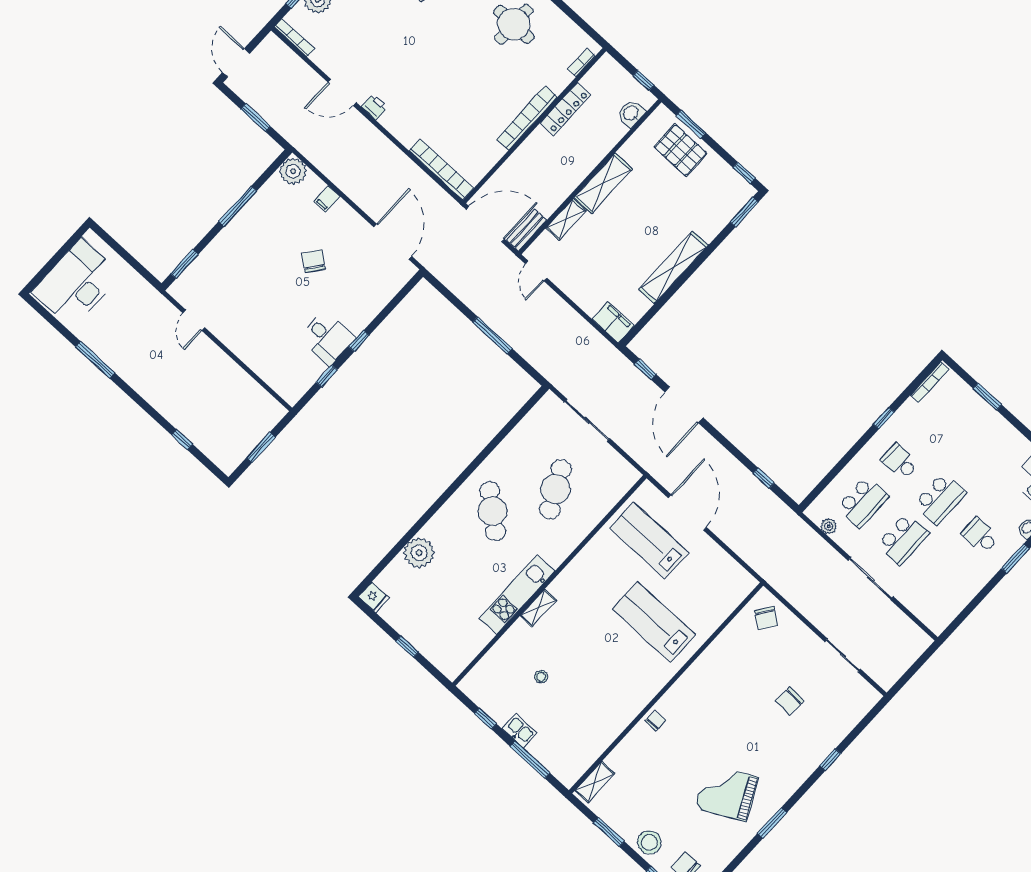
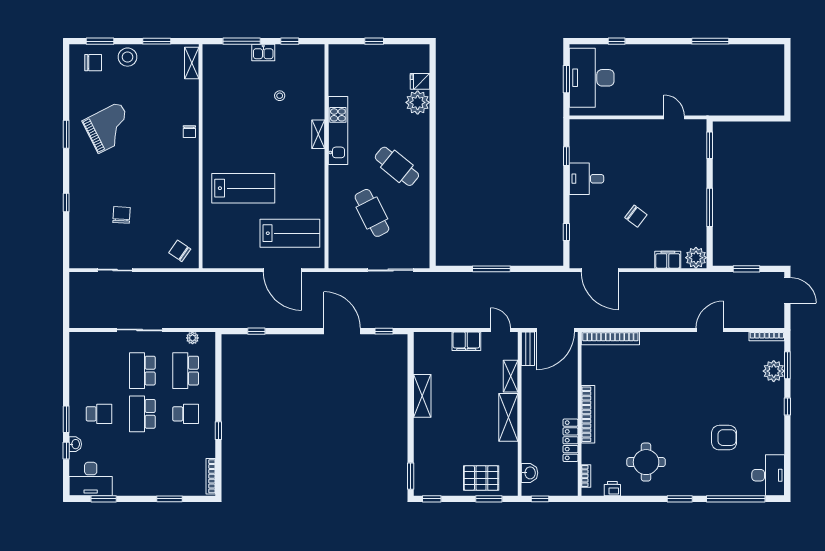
printer: (375, 107) -> (612, 489), moved, turned 180
filing cabinet: (327, 199) -> (668, 260), width x2.00
shelving: (673, 267) -> (422, 396), width x0.68
desk: (76, 283) -> (592, 78), moved, turned 180
filing cabinet: (613, 322) -> (466, 341), moved
window: (359, 341) -> (566, 232), moved
fridge: (374, 597) -> (420, 81), moved

